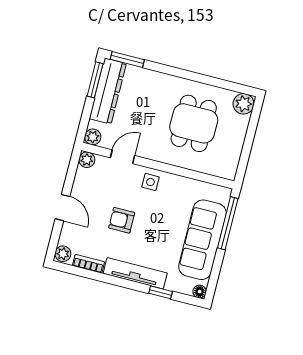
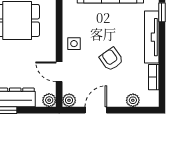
door: (63, 208) -> (96, 110), moved
armchair: (122, 220) -> (111, 59), turned 145
plant: (63, 254) -> (133, 100), moved

